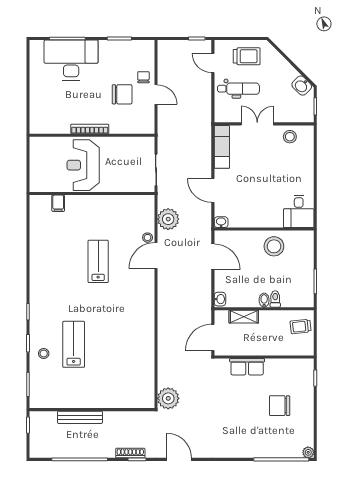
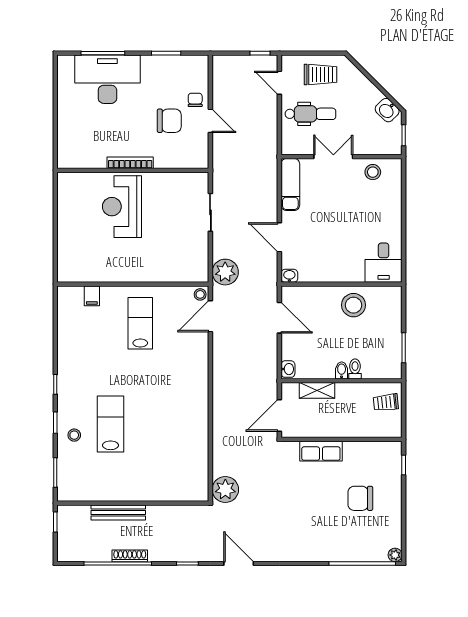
wall: (92, 194) -> (133, 284), moved
filing cabinet: (58, 203) -> (92, 296), moved
shoe rack: (130, 453) -> (130, 556), moved

